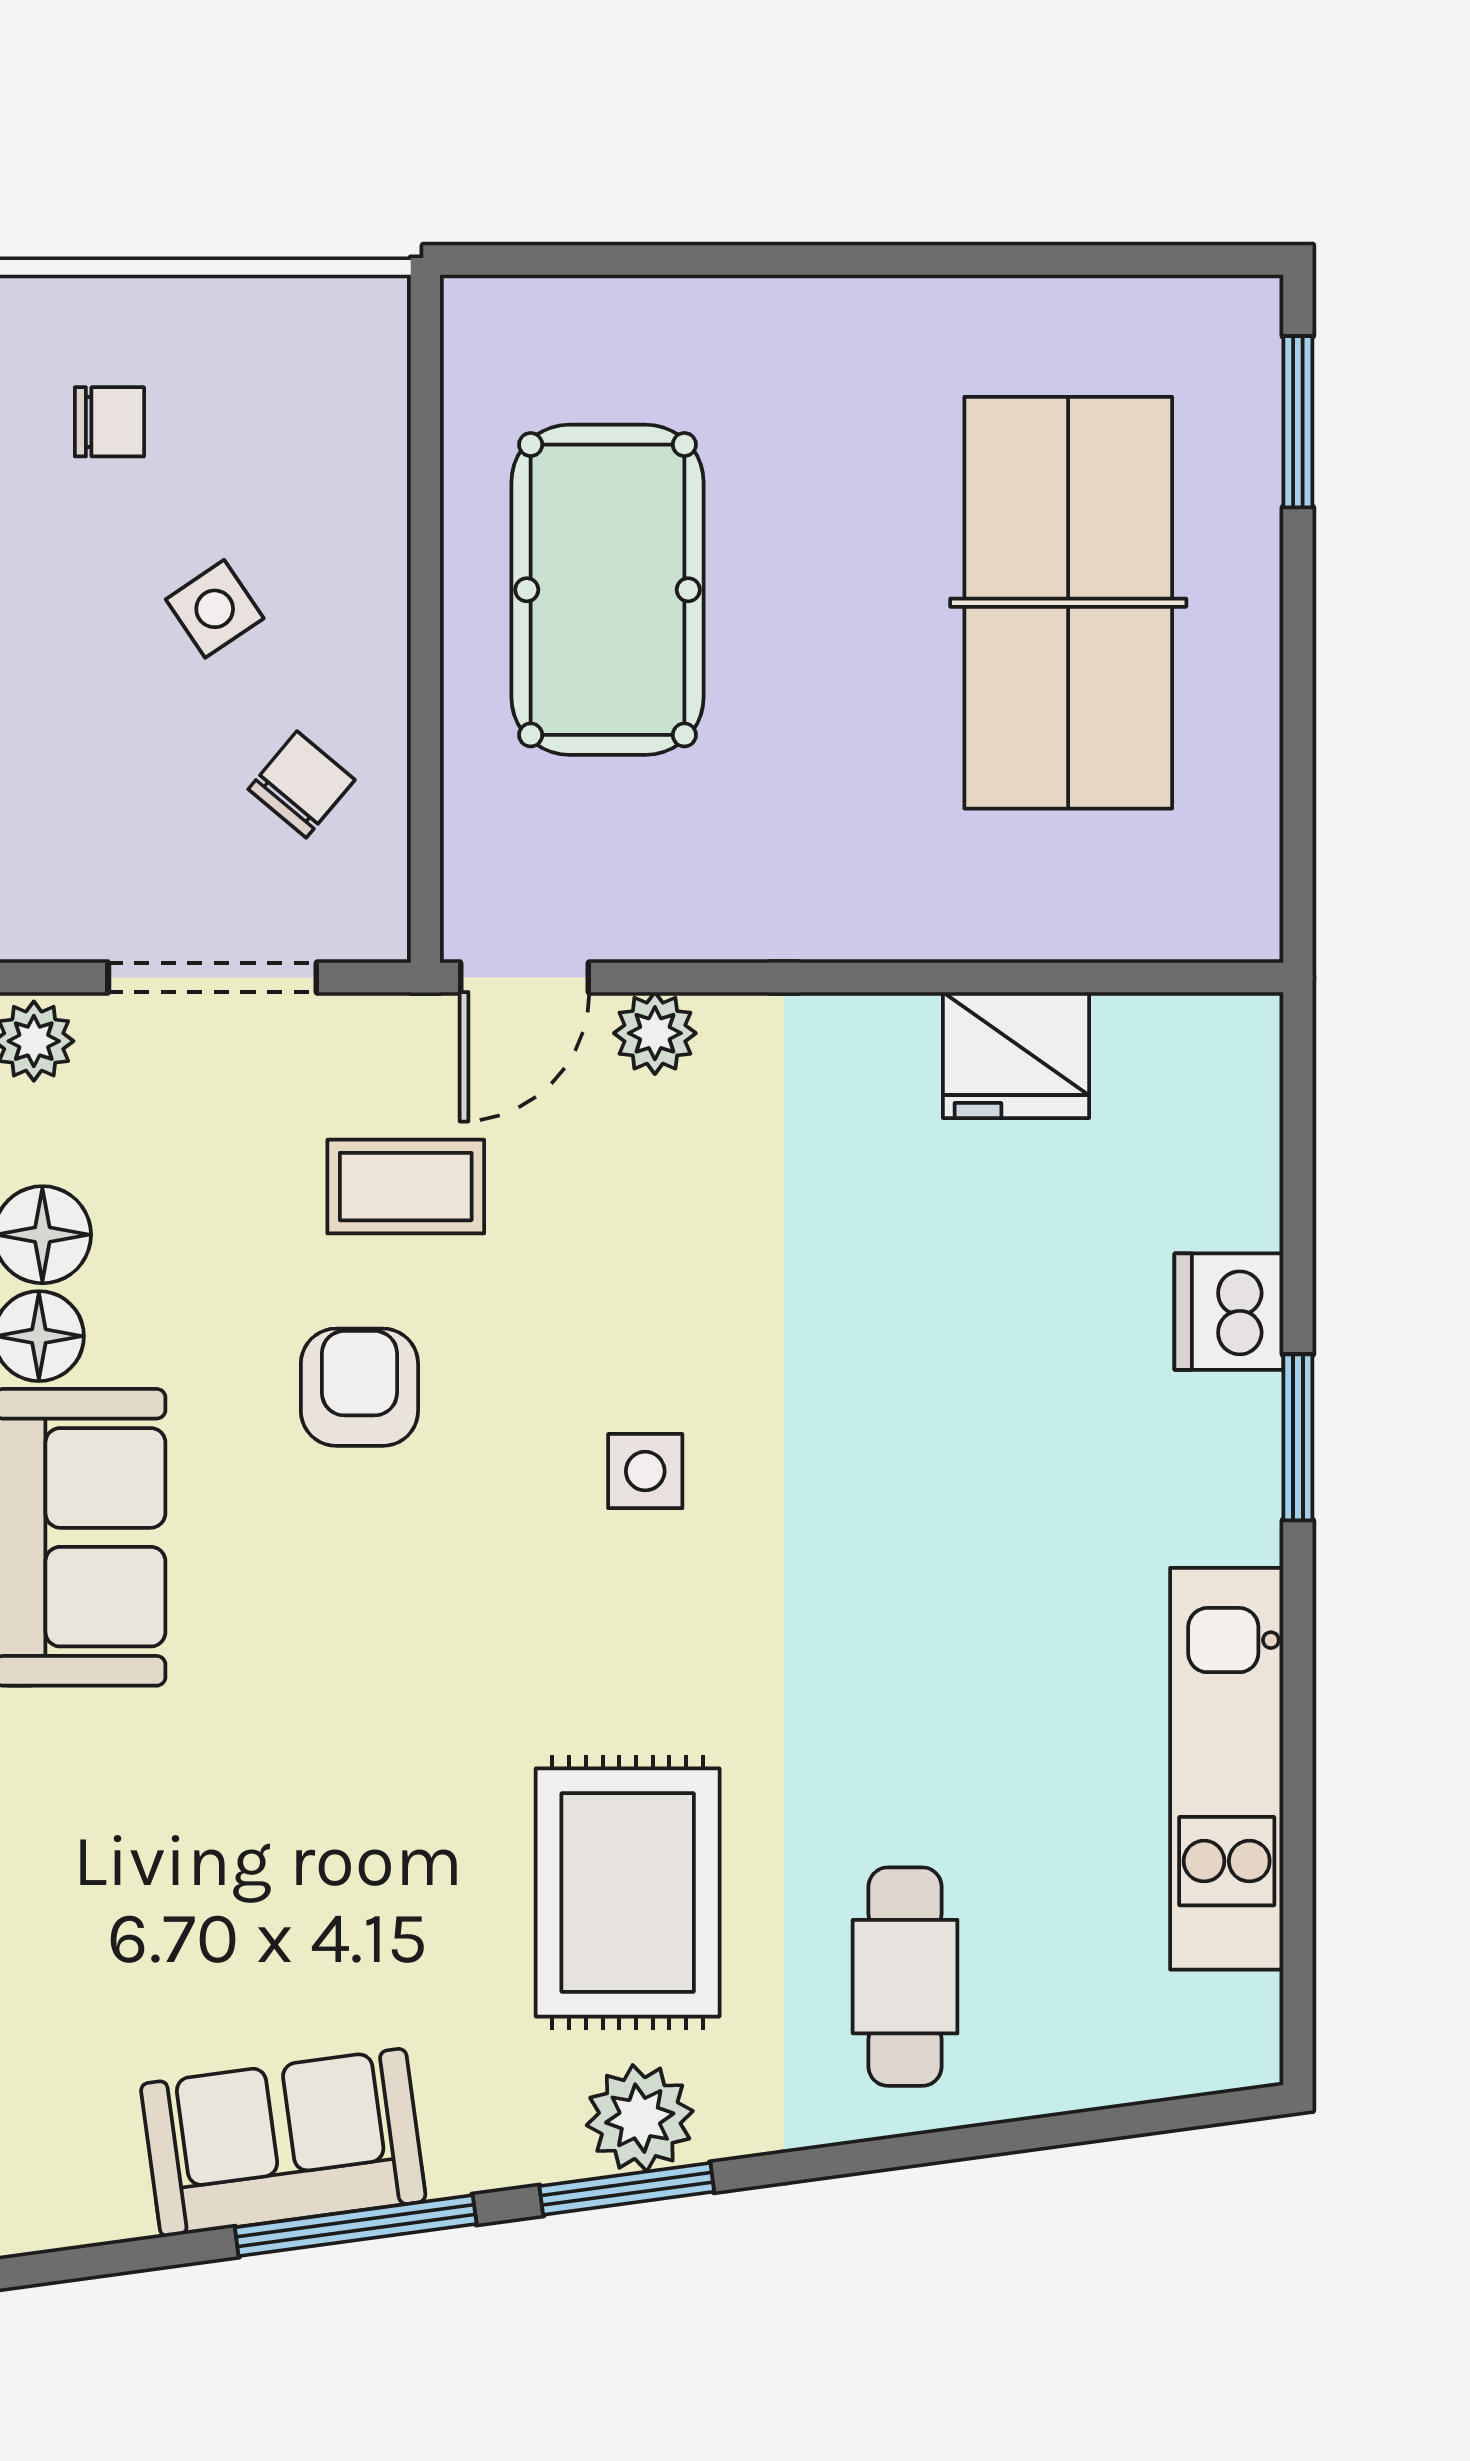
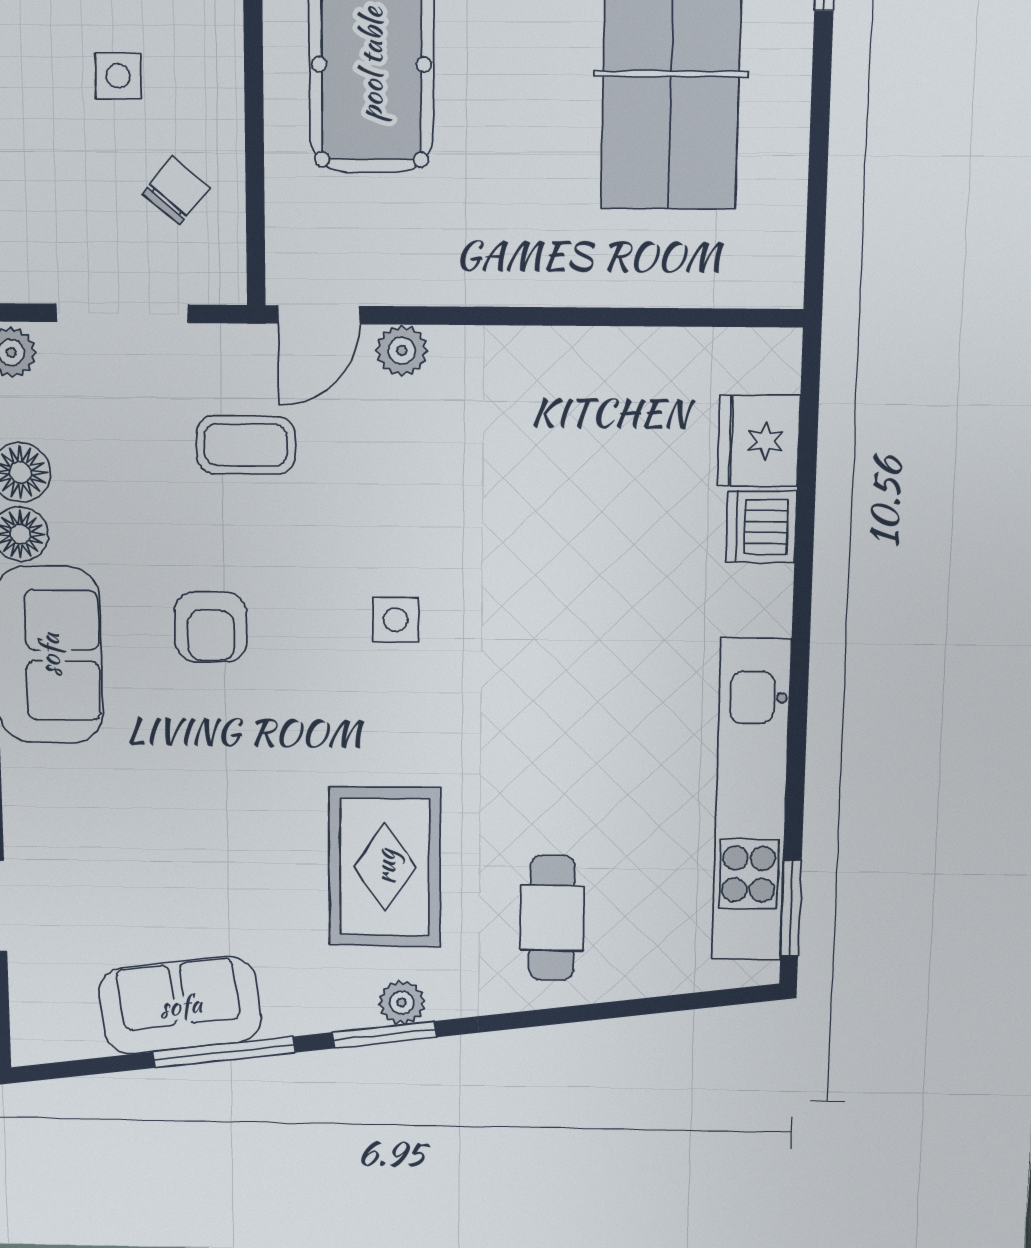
side table: (215, 609) -> (118, 76), turned 34
fridge: (1016, 1055) -> (759, 441), moved, turned 90
armchair: (359, 1387) -> (211, 627), moved, turned 180
window: (1298, 1437) -> (791, 908), moved
kitchen unit: (1227, 1769) -> (751, 801), width x1.36
plant: (640, 2118) -> (402, 1003), width x0.73, depth x0.73

